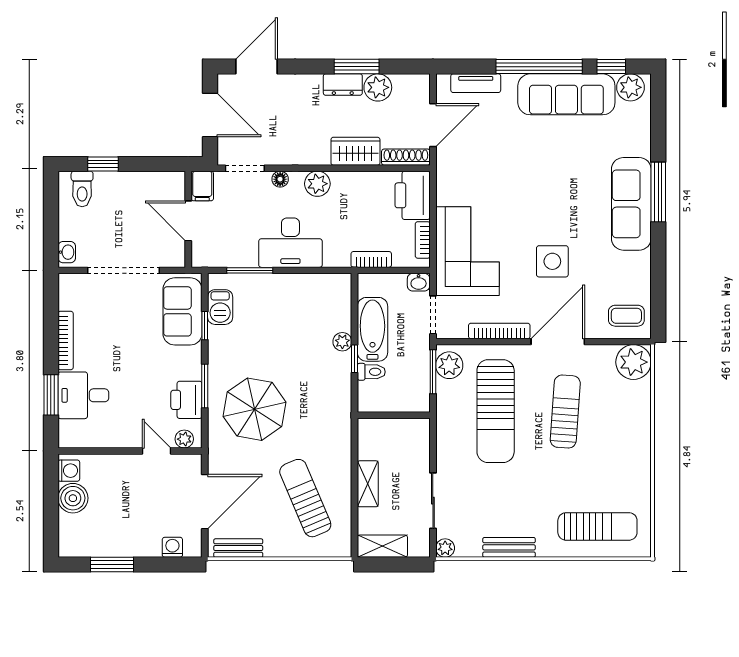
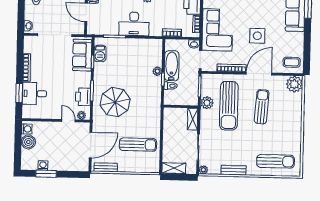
plant: (449, 365) -> (207, 103), moved
shelving: (368, 484) -> (193, 119), moved
sun lounger: (305, 498) -> (138, 145), turned 113
washing machine: (172, 547) -> (43, 165), moved

